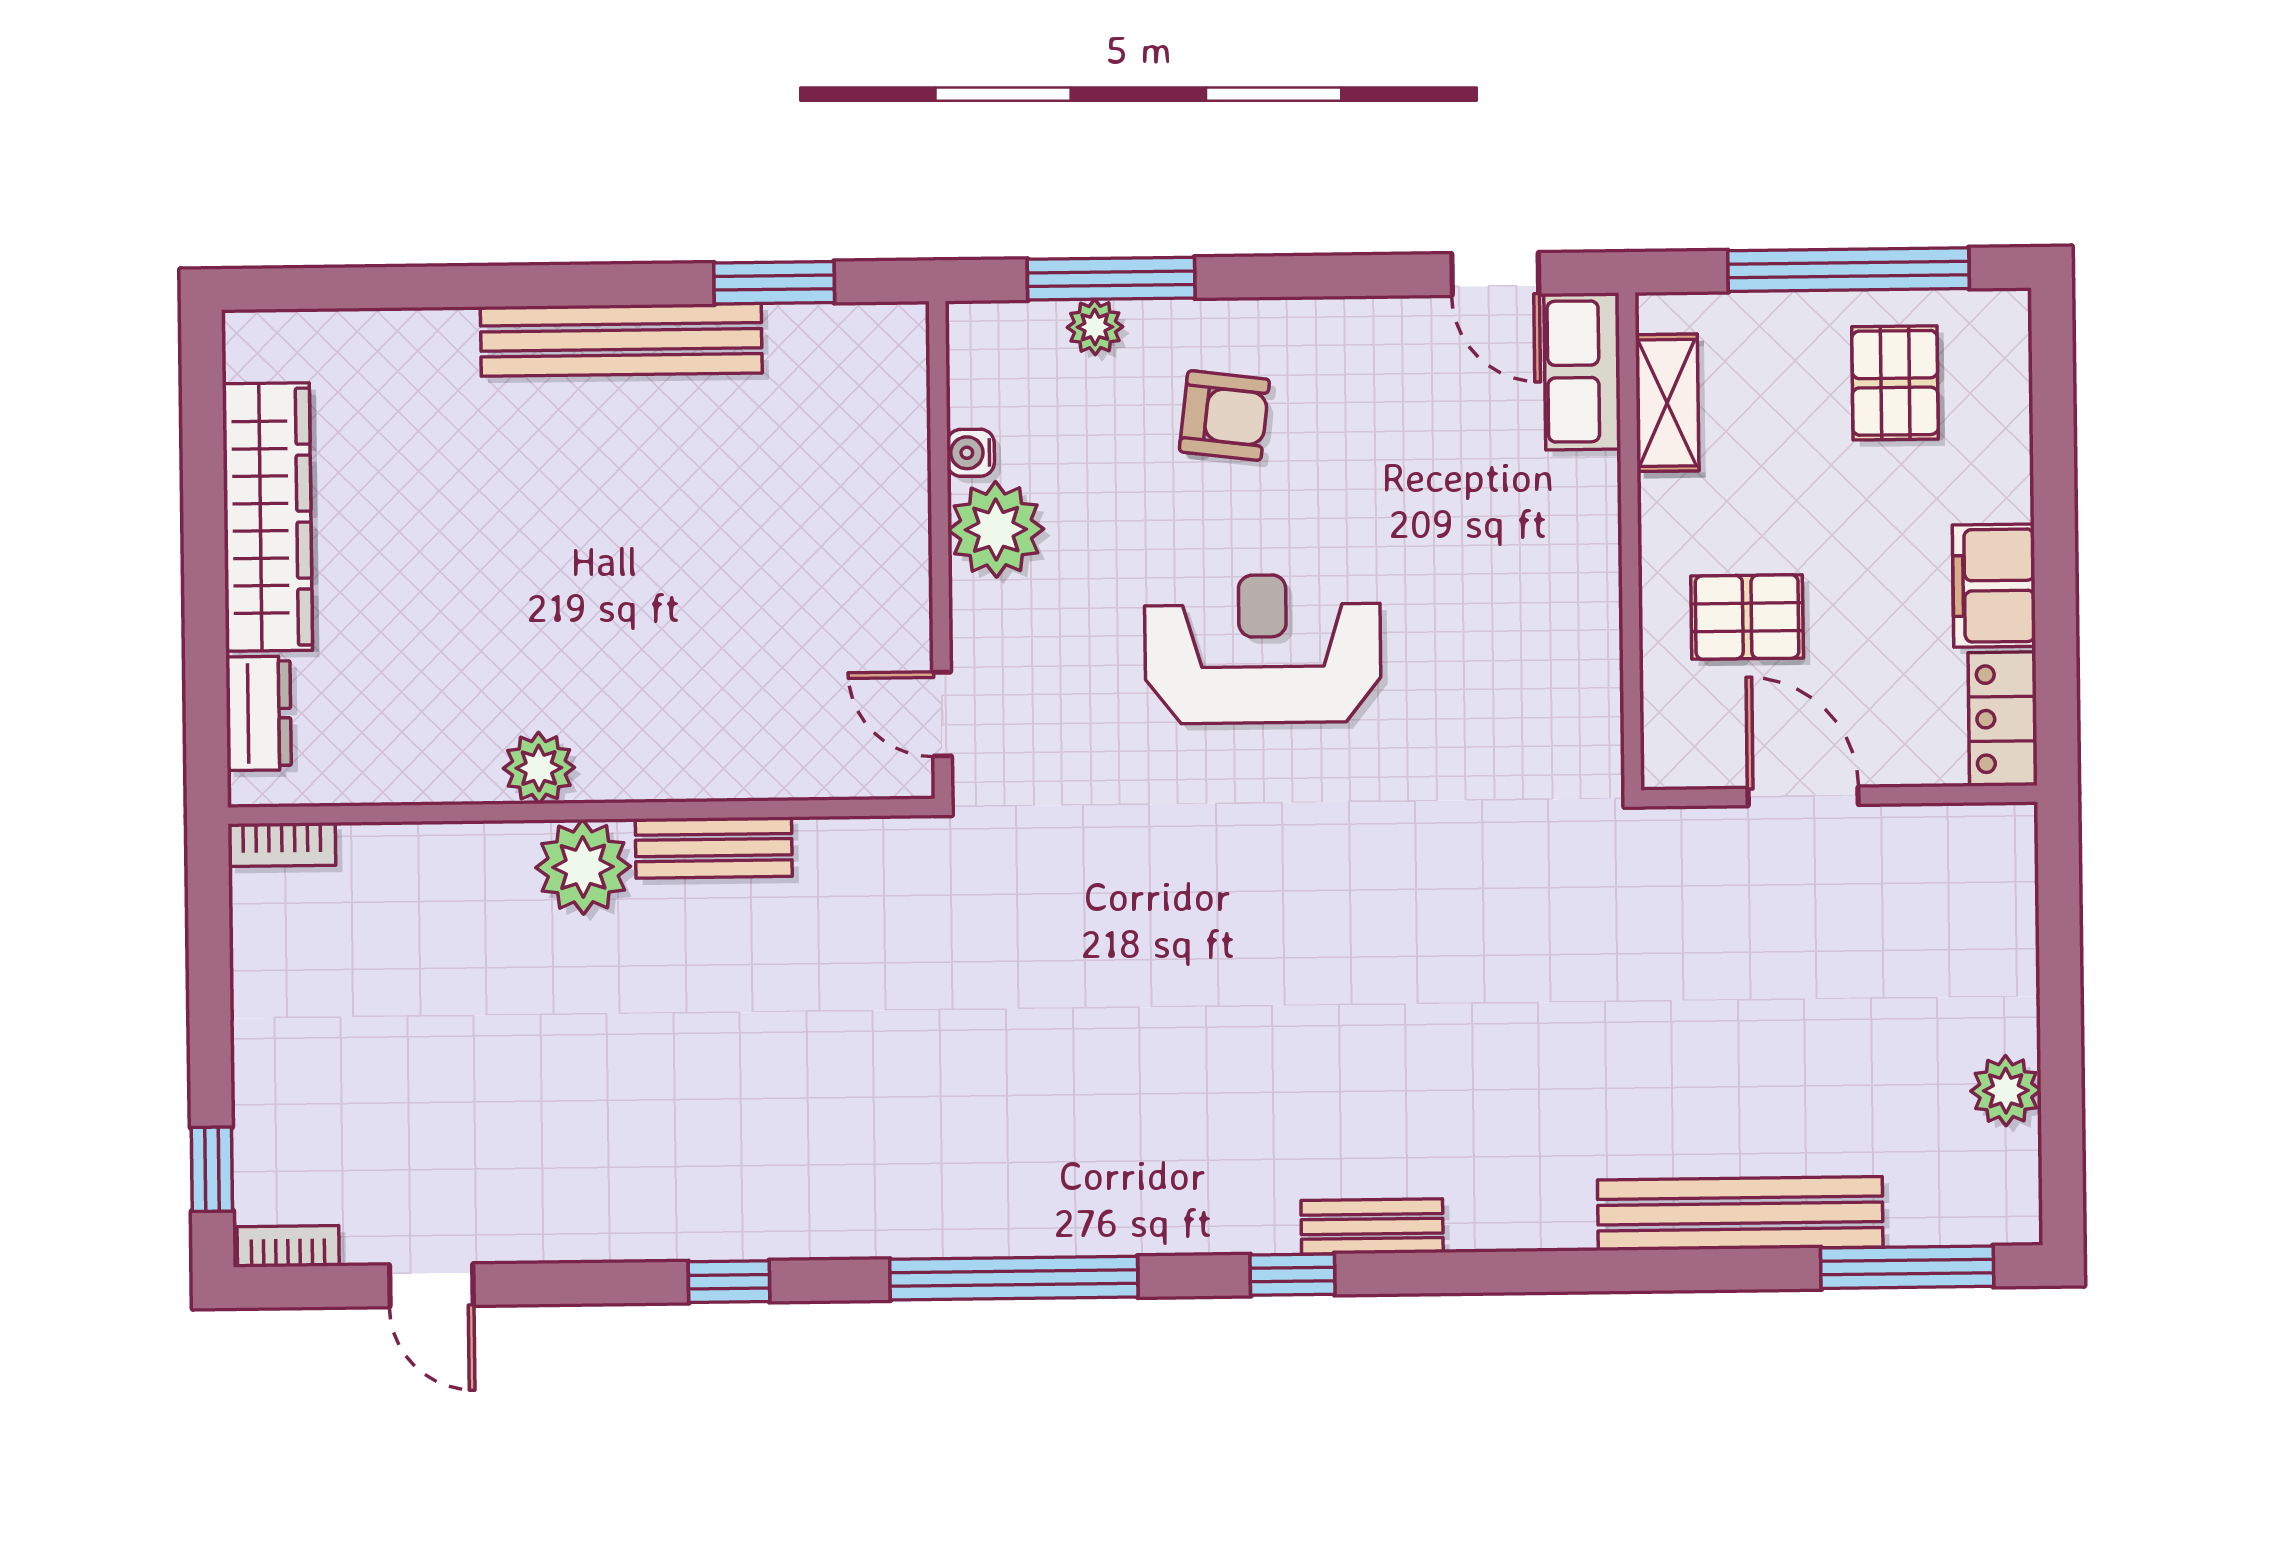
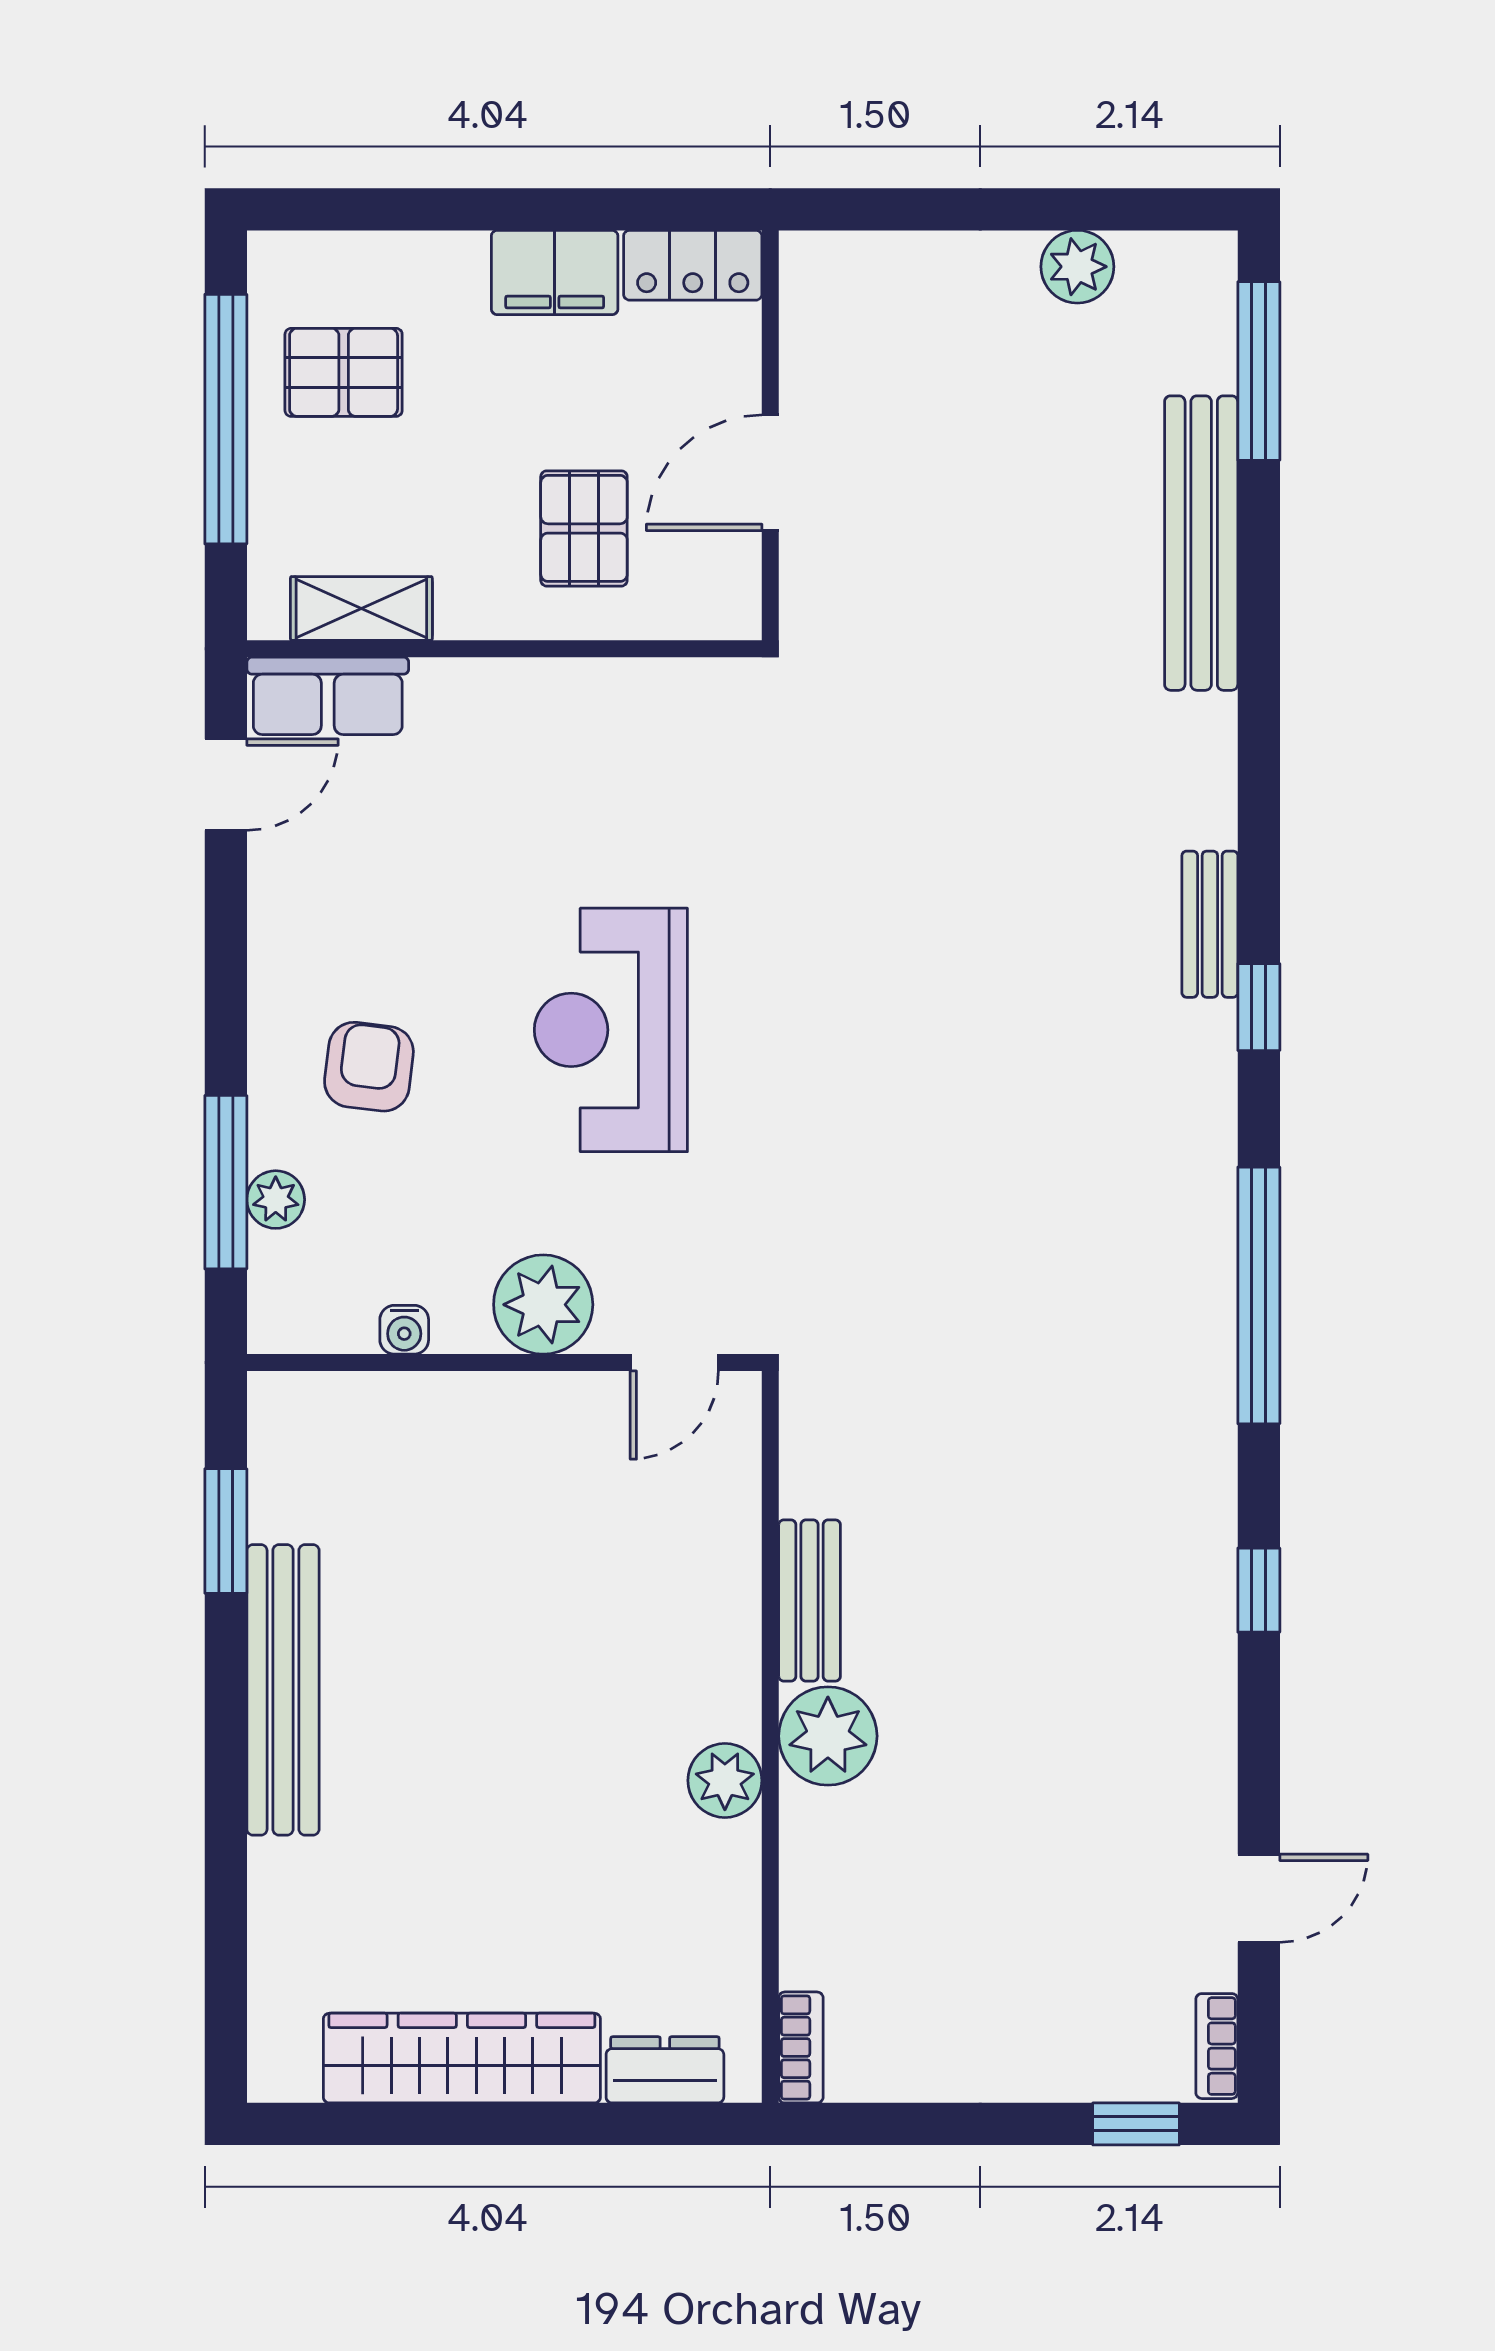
plant: (996, 529) -> (543, 1305), moved

